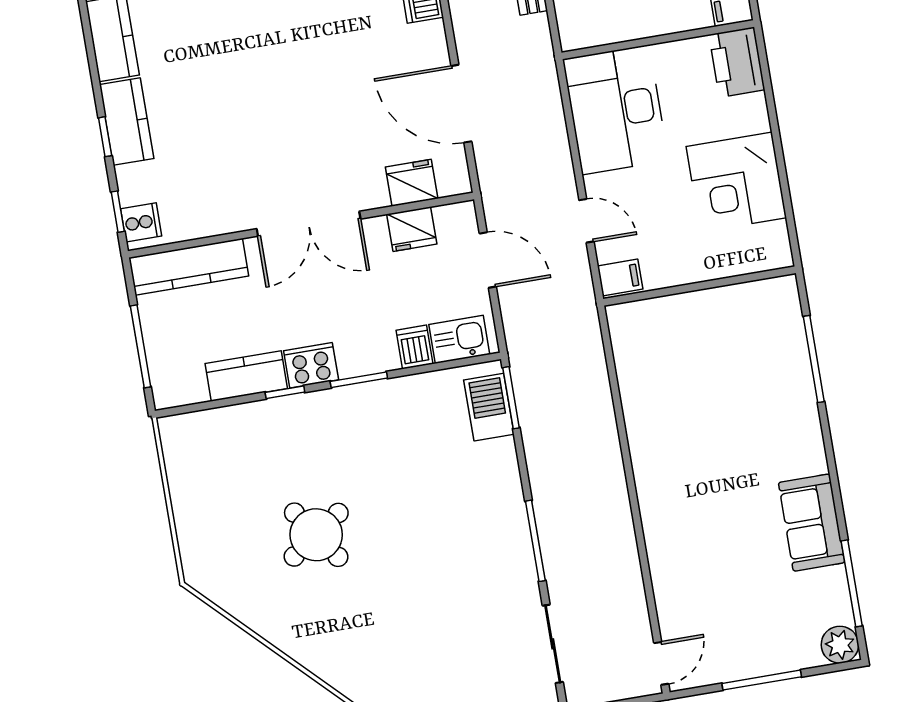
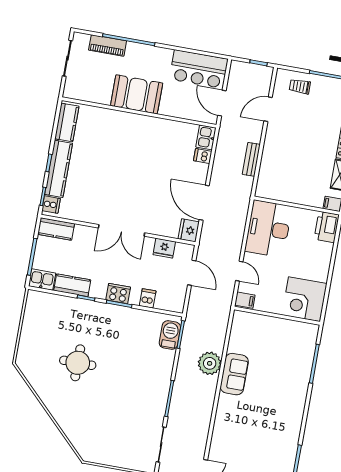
kitchen counter: (127, 122) -> (59, 169), width x1.50
corner desk: (736, 182) -> (304, 299), moved
fridge: (412, 183) -> (189, 230), moved, turned -90
kitchen counter: (189, 267) -> (56, 229), width x0.67
kitchen sink: (459, 339) -> (42, 280), moved
cooker: (311, 365) -> (118, 294), moved
plant: (594, 437) -> (210, 363), added
sofa: (812, 523) -> (234, 374), moved, turned 180
round table: (316, 535) -> (78, 363), turned 35

